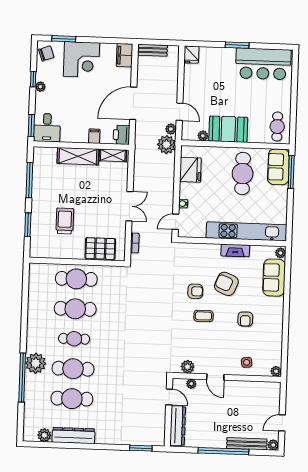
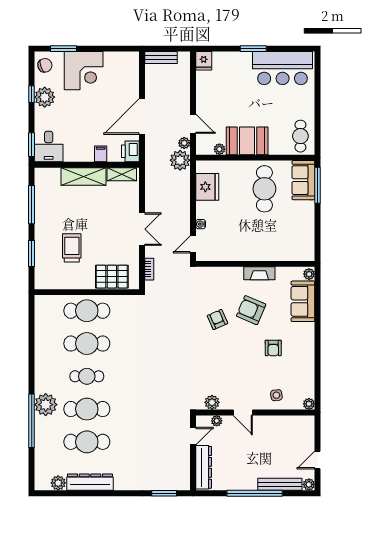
filing cabinet: (125, 55) -> (131, 64), removed
plant: (40, 87) -> (45, 97), width x1.88, depth x1.88
kitchen unit: (246, 231) -> (271, 252), removed
armchair: (195, 291) -> (217, 319), turned -114
coffee table: (203, 316) -> (227, 346), removed
door: (169, 397) -> (193, 436), hinge flipped

